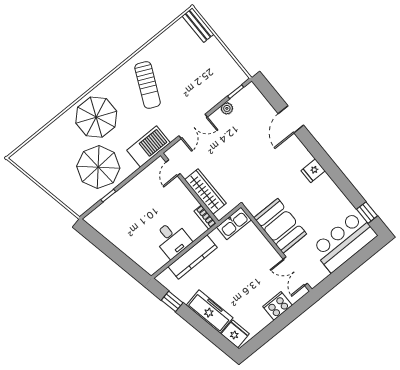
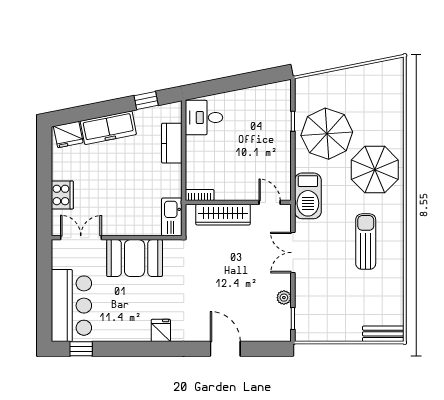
sun lounger: (148, 85) -> (366, 242), turned 65
desk: (172, 239) -> (204, 118), moved
kitchen counter: (193, 257) -> (172, 143), width x0.67

